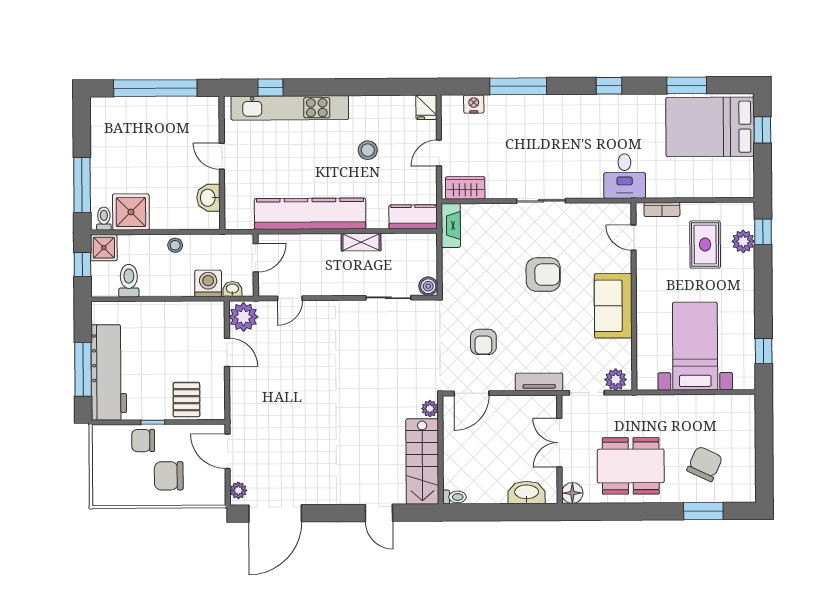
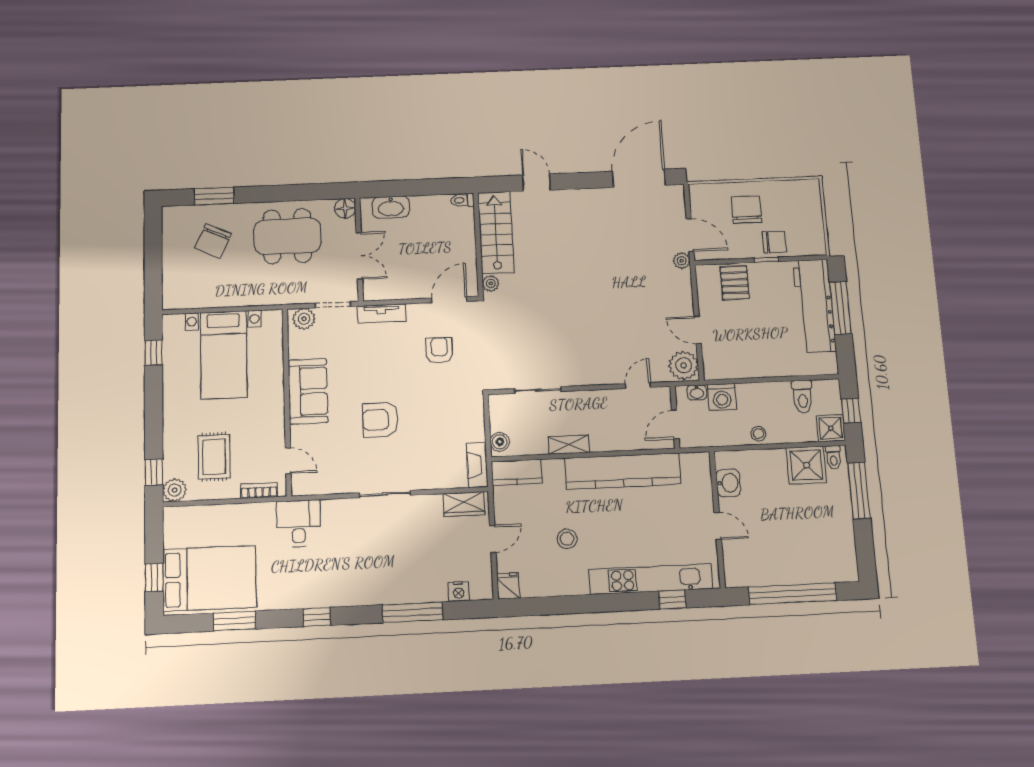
plant: (743, 241) -> (175, 490), moved
boiler: (428, 286) -> (500, 442), moved
chair: (169, 476) -> (746, 210), turned -90
plant: (238, 490) -> (682, 261), moved

